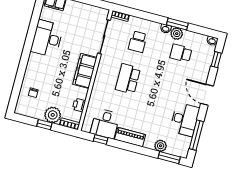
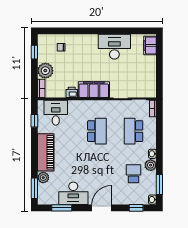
window: (177, 24) -> (159, 184), moved
school desk: (138, 42) -> (133, 131), width x1.85
school desk: (128, 79) -> (97, 131), turned 90
printer: (79, 105) -> (72, 92), moved
desk: (105, 124) -> (56, 113), moved, turned 90
window: (44, 125) -> (34, 52), moved
window: (196, 135) -> (62, 208), width x0.69
piano: (130, 137) -> (46, 152), width x1.37, depth x1.33

